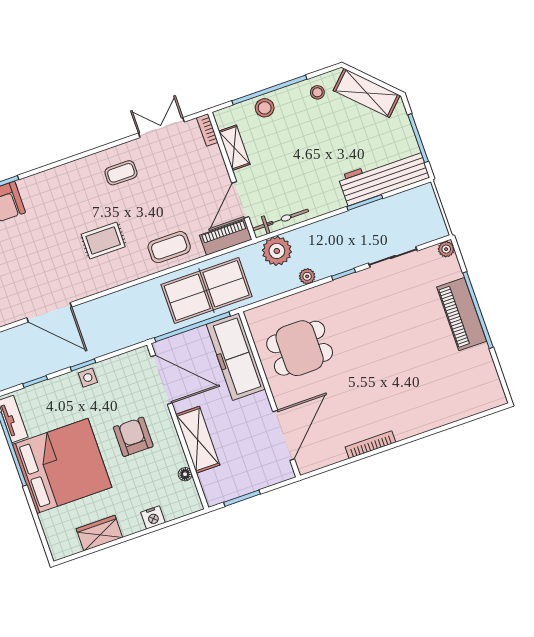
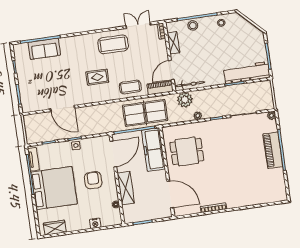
shelving: (367, 93) -> (246, 28), removed
coffee table: (121, 173) -> (113, 44), width x1.86, depth x1.72
door: (161, 380) -> (113, 154), hinge flipped
door: (284, 435) -> (170, 194), hinge flipped
wardrobe: (99, 533) -> (55, 228), moved

